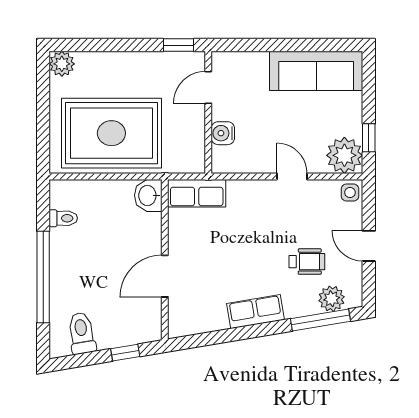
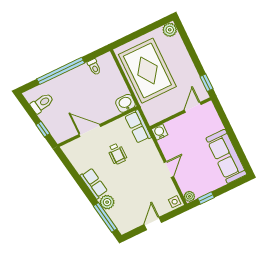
door: (208, 87) -> (193, 107), hinge flipped
water cooler: (223, 133) -> (160, 132), moved
plant: (344, 155) -> (189, 196), width x0.53, depth x0.53
wheelchair: (307, 262) -> (117, 154), moved
plant: (332, 299) -> (107, 202), moved

